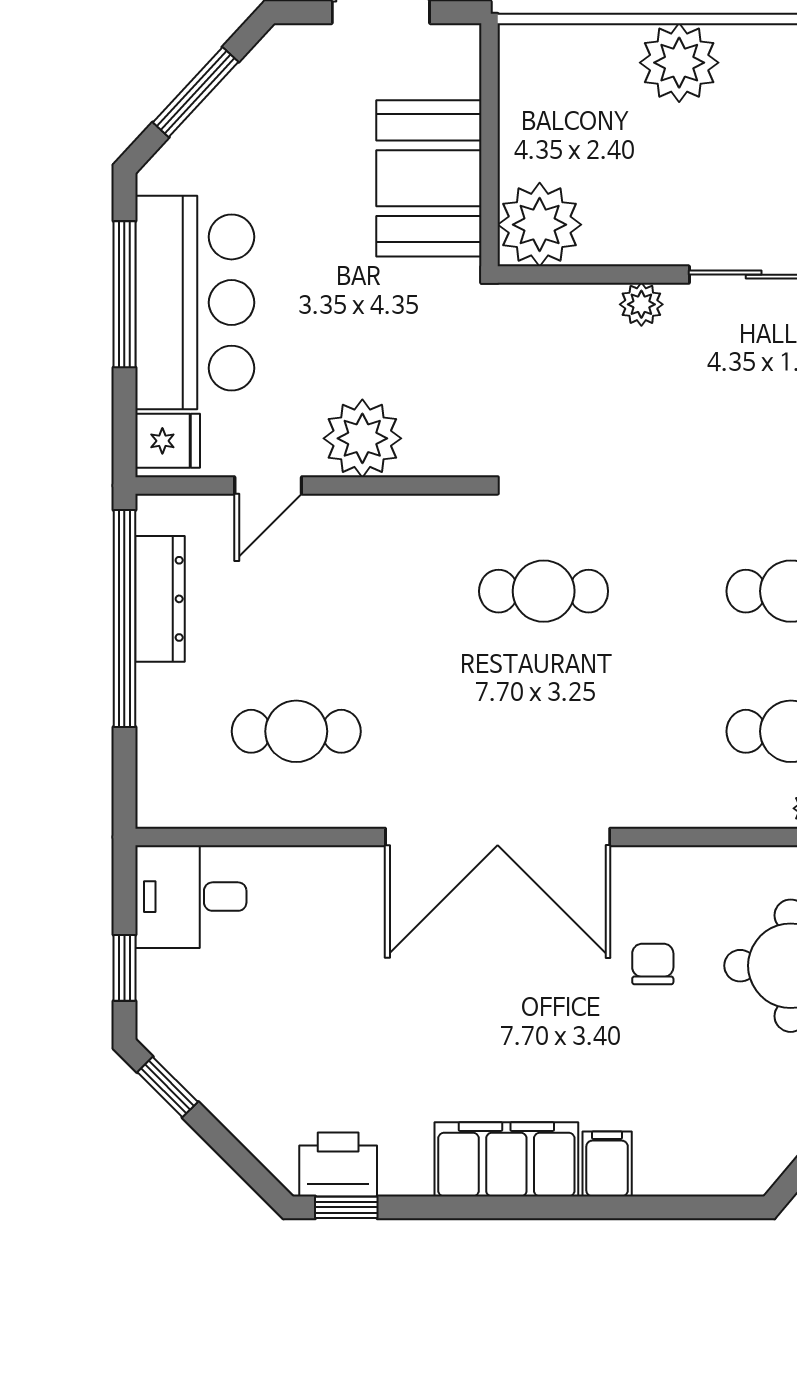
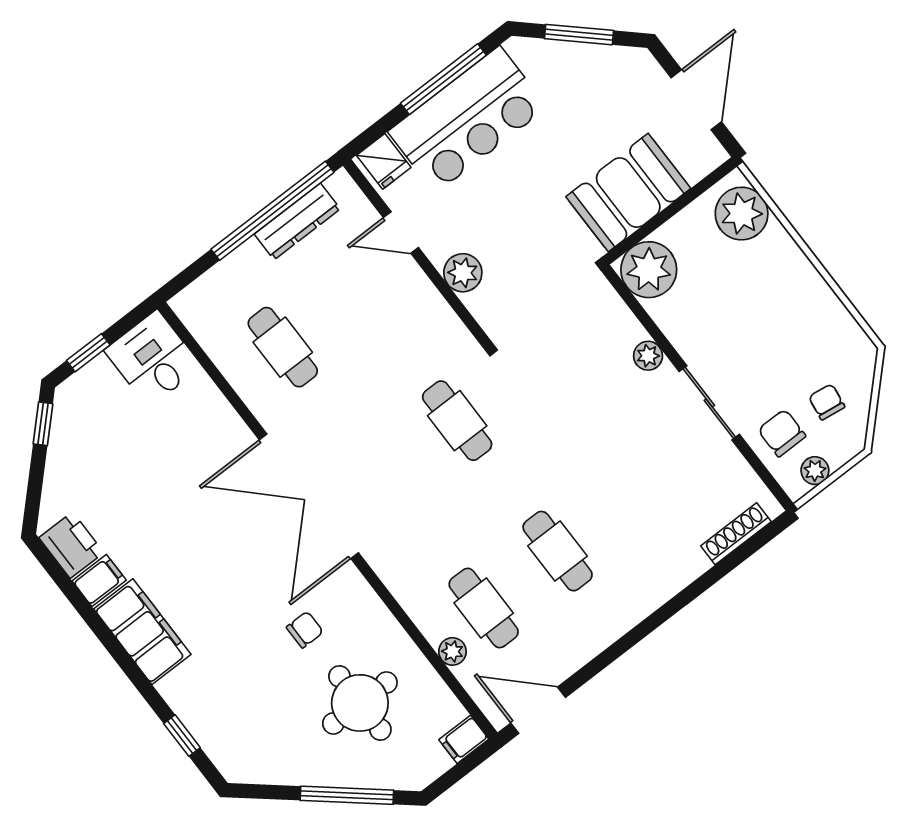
plant: (679, 63) -> (742, 214), moved
plant: (362, 438) -> (463, 273), width x0.73, depth x0.73
filing cabinet: (607, 1164) -> (99, 581), moved
window: (346, 1207) -> (182, 736), moved

